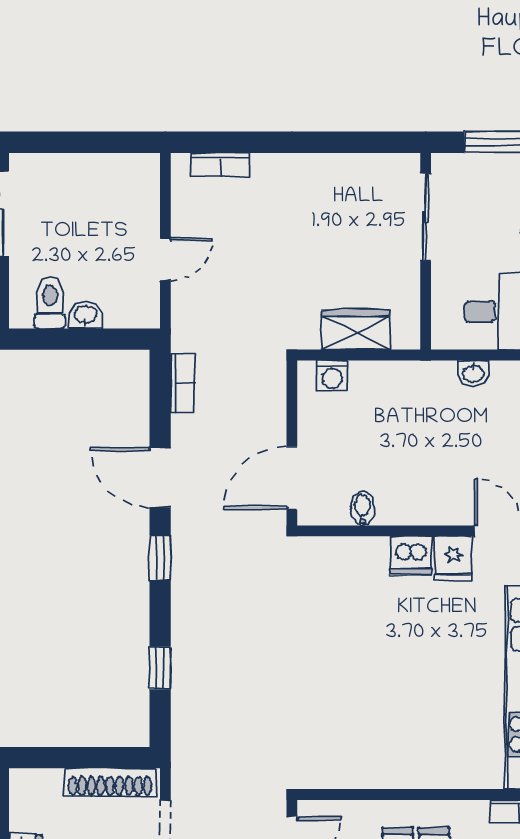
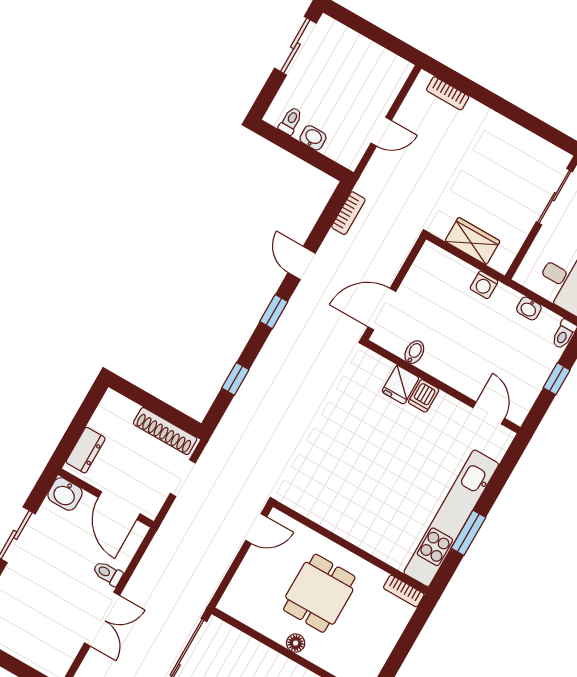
toilet: (50, 303) -> (291, 121), width x0.73, depth x0.72
washing machine: (332, 376) -> (484, 285), moved
door: (160, 478) -> (302, 263), width x0.73
dishwasher: (411, 556) -> (424, 396), width x0.73
fridge: (453, 558) -> (400, 385), moved

